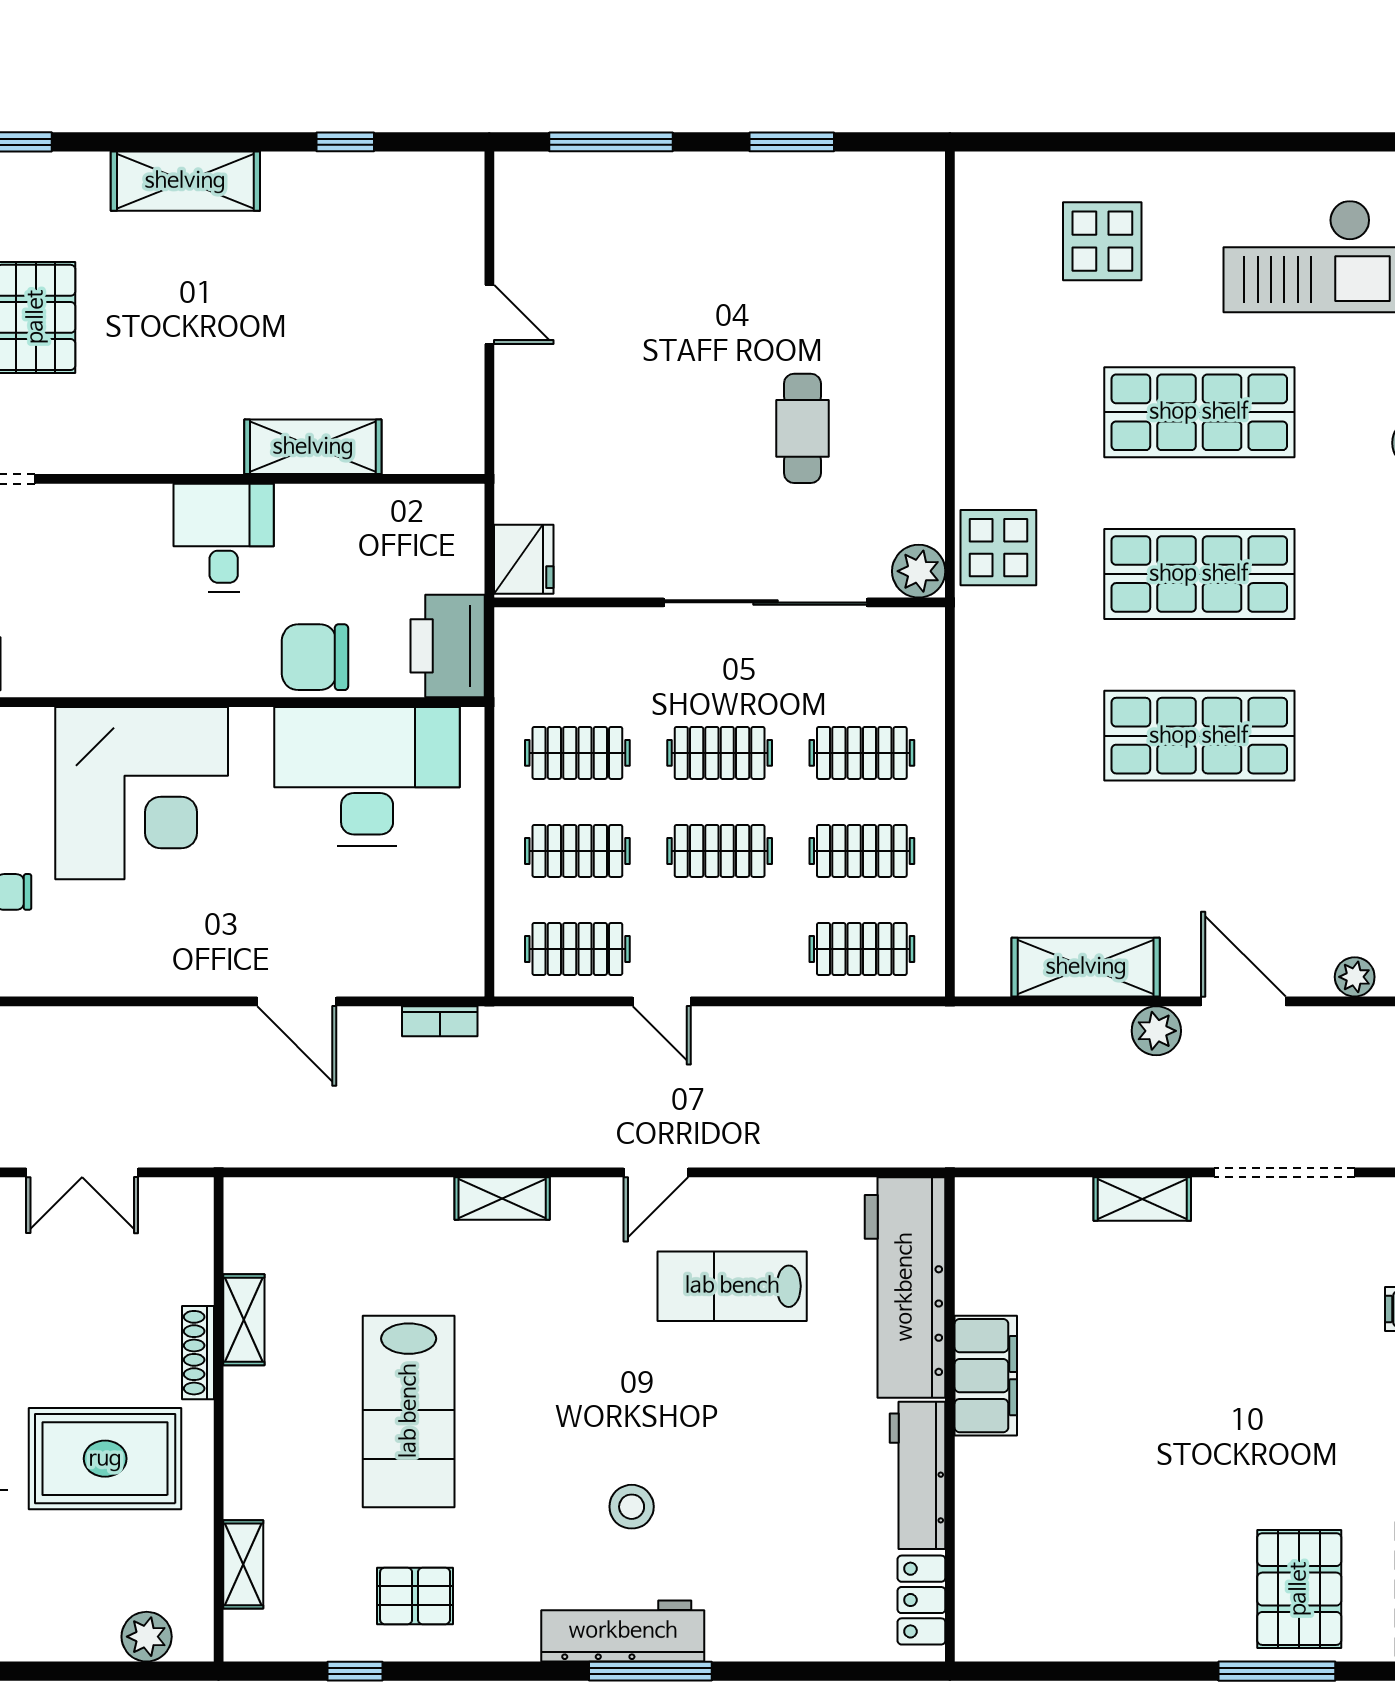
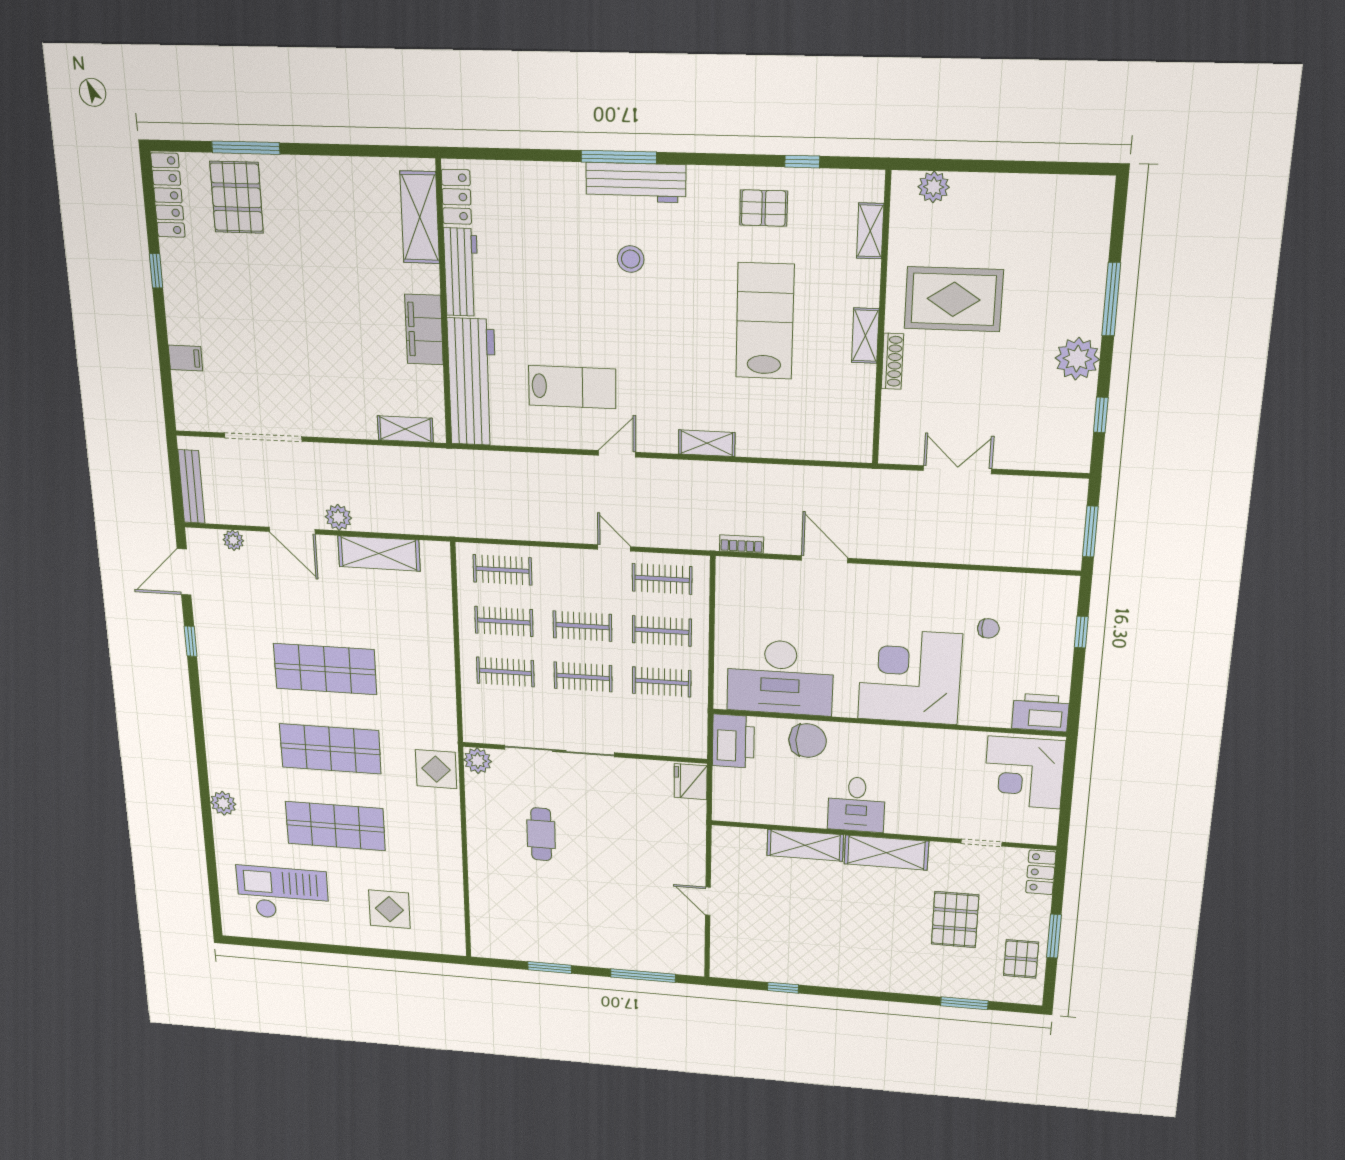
shelving: (185, 181) -> (886, 853), moved
shelving: (1142, 1199) -> (405, 429), moved
shelving: (244, 1320) -> (865, 336), moved
shelving: (985, 1564) -> (420, 217), added

